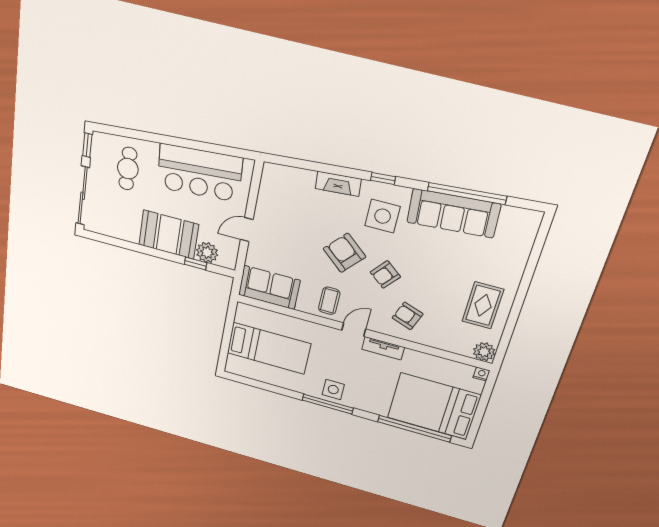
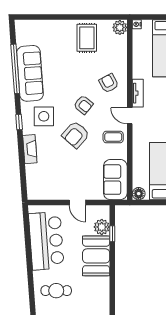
rug: (483, 305) -> (87, 38), turned 90
floor lamp: (244, 311) -> (139, 194), added
armchair: (408, 316) -> (109, 83), turned 132

